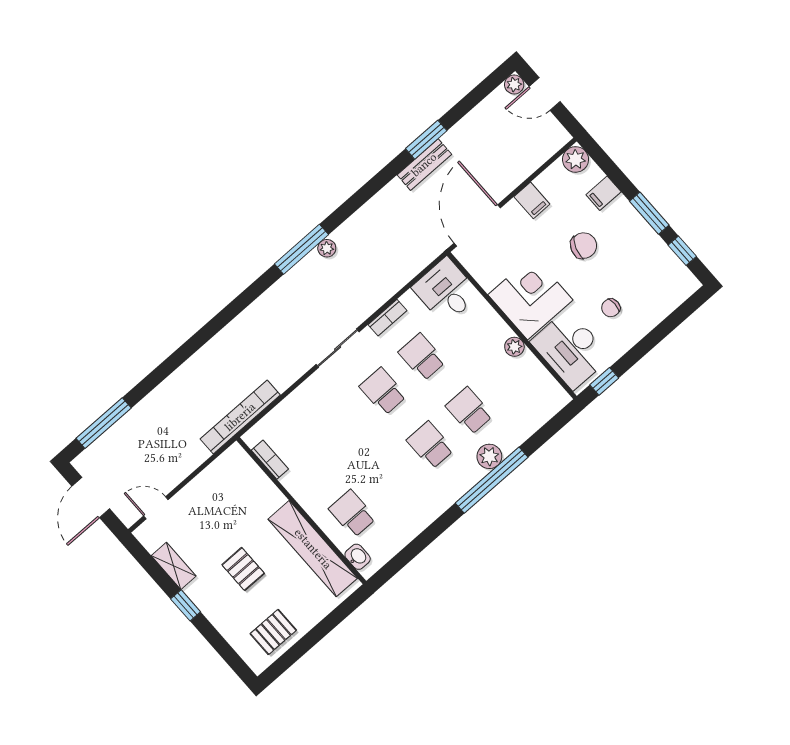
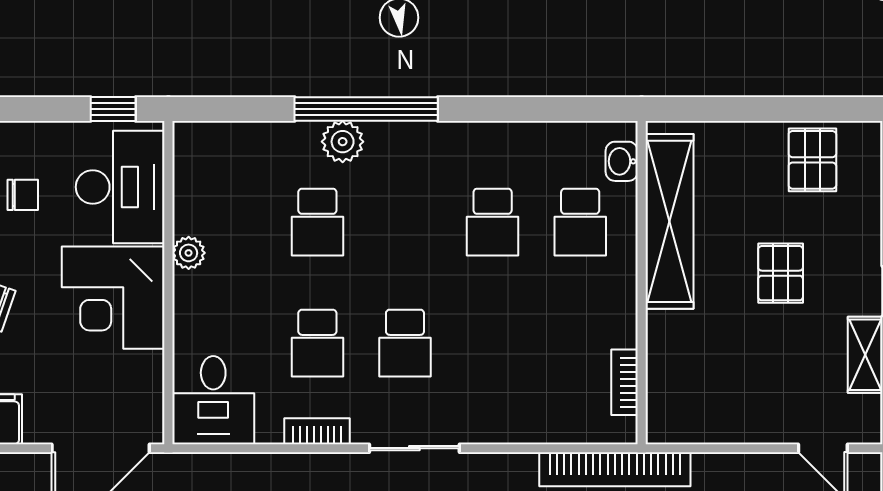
school desk: (430, 445) -> (493, 222), moved
pallet: (273, 632) -> (812, 160), turned 90

